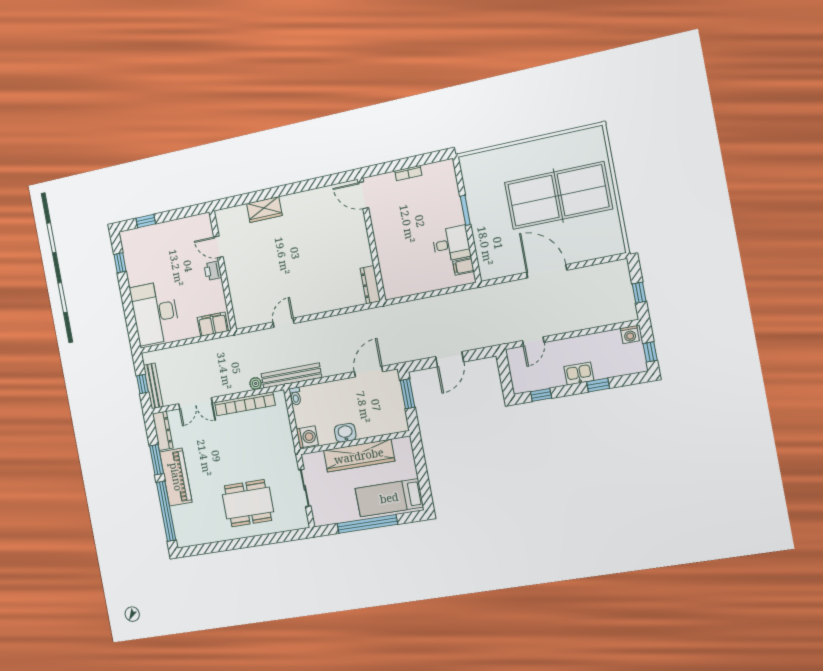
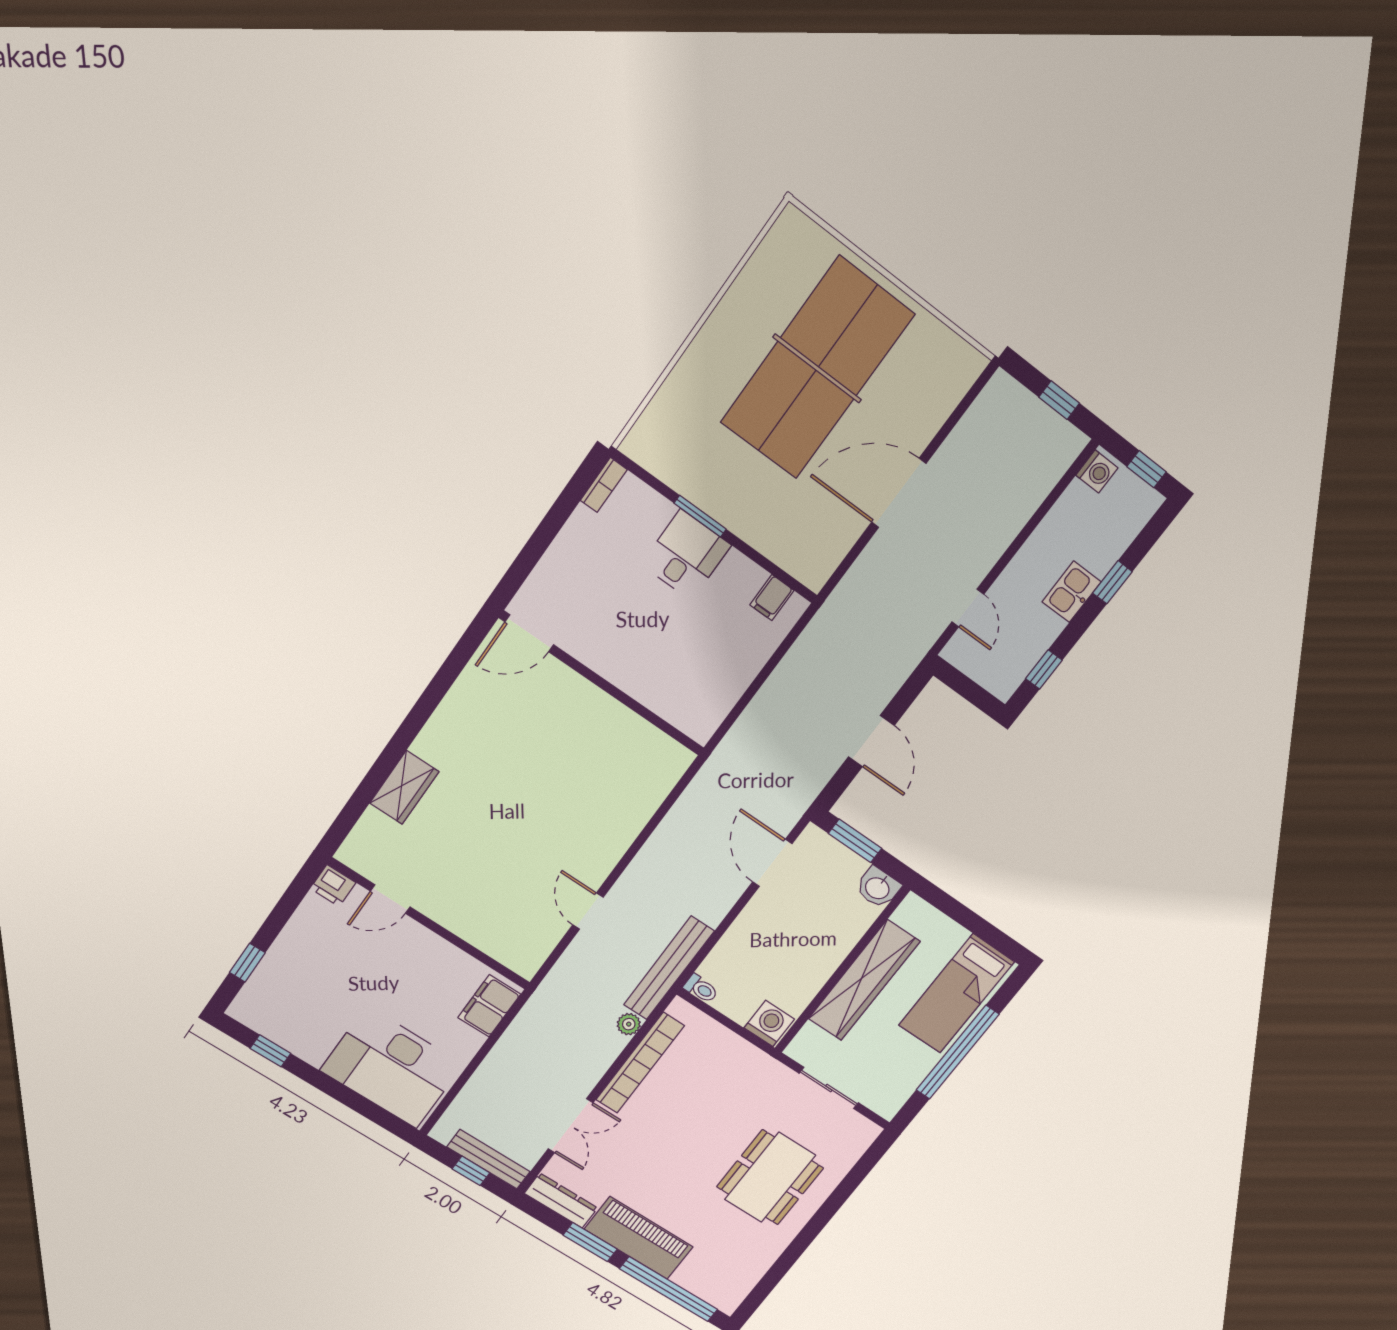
bookcase: (408, 173) -> (604, 485), moved
desk: (451, 244) -> (686, 555), moved
printer: (213, 271) -> (333, 886), moved
dresser: (370, 285) -> (662, 747), removed
washbasin: (345, 433) -> (878, 888), moved, turned -90

